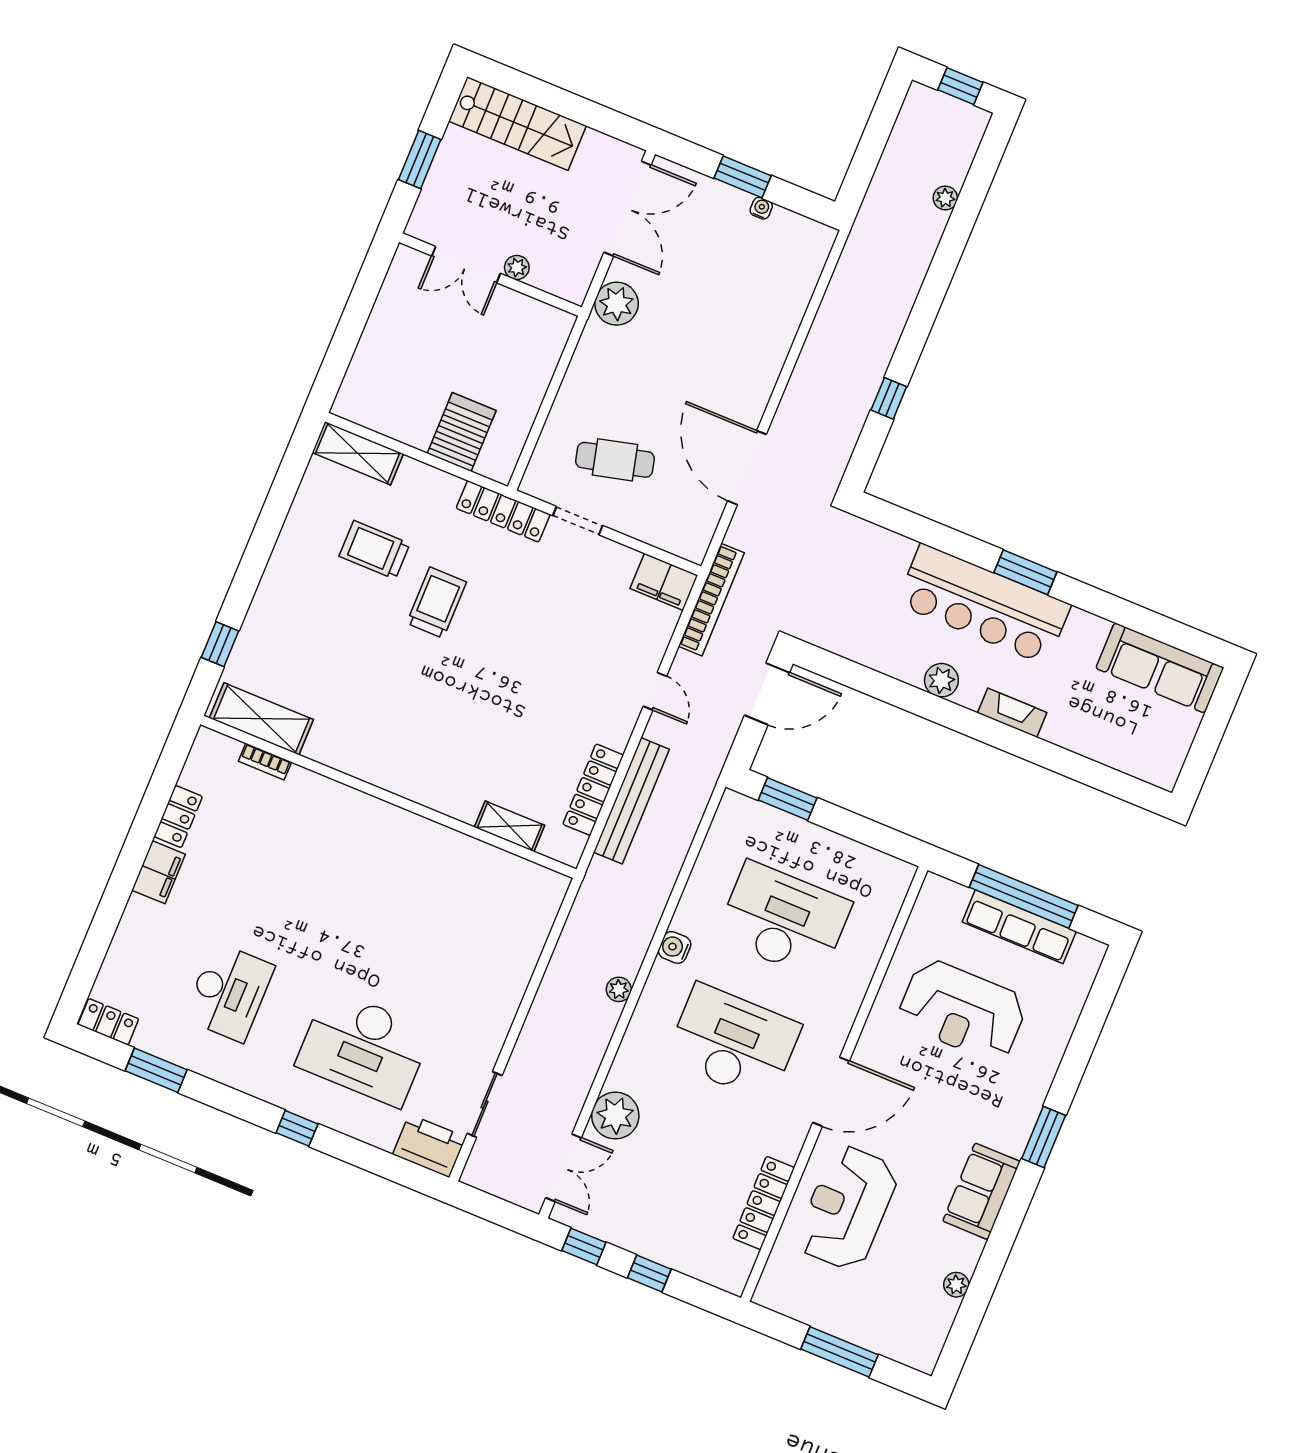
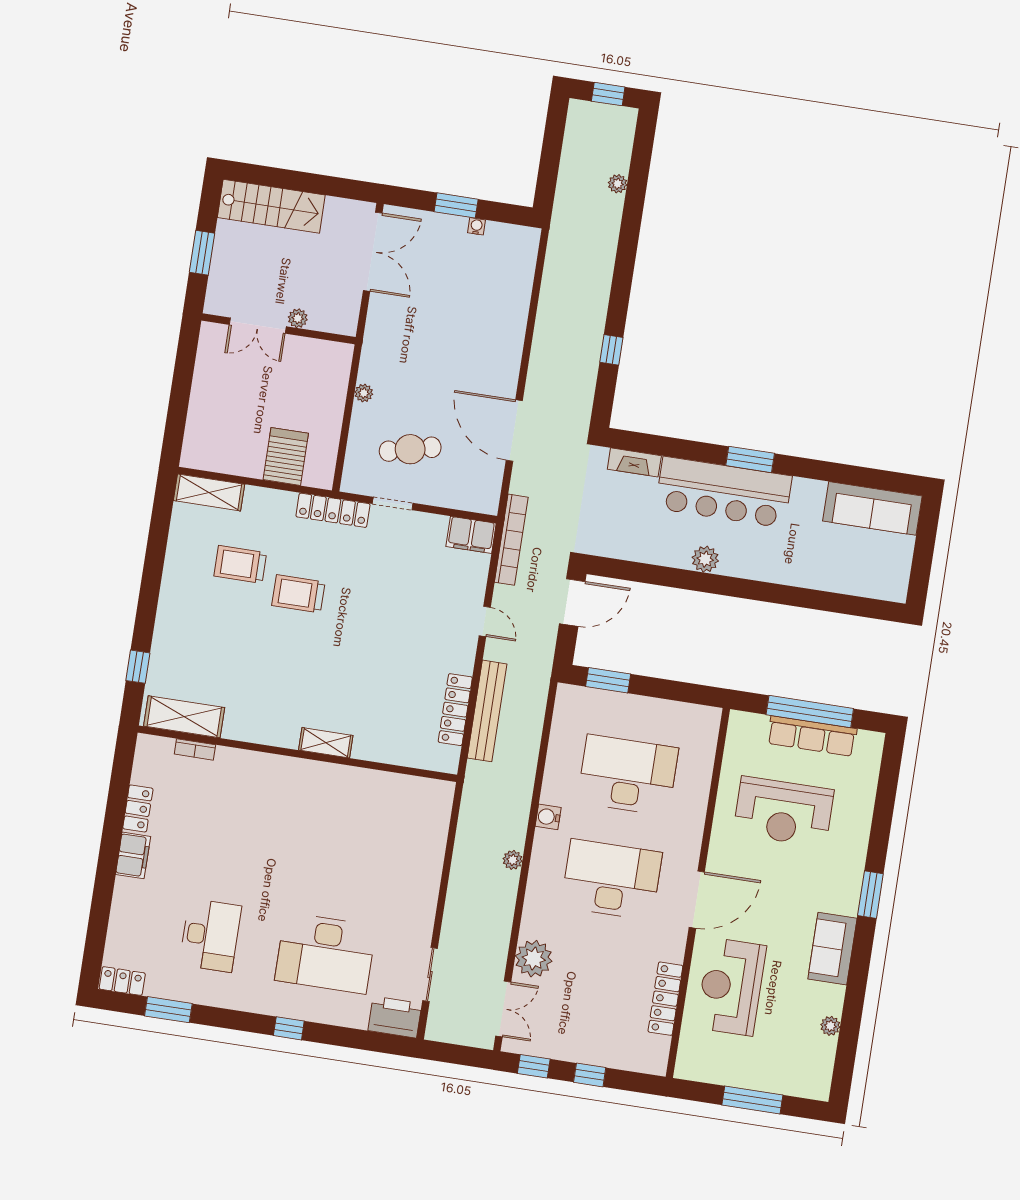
plant: (617, 304) -> (364, 393), moved, width x0.53, depth x0.53
trolley: (436, 603) -> (298, 594), turned -90
fireplace: (1012, 713) -> (634, 462), moved, turned 180
shelving: (510, 826) -> (326, 743), moved

